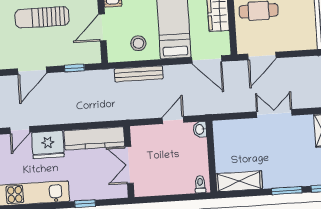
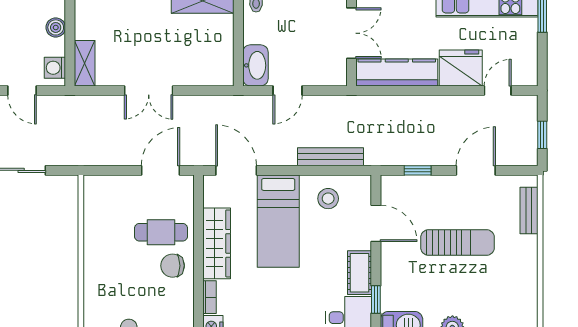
door: (102, 27) -> (376, 223), hinge flipped
washbasin: (200, 129) -> (255, 65), width x1.91, depth x1.45

